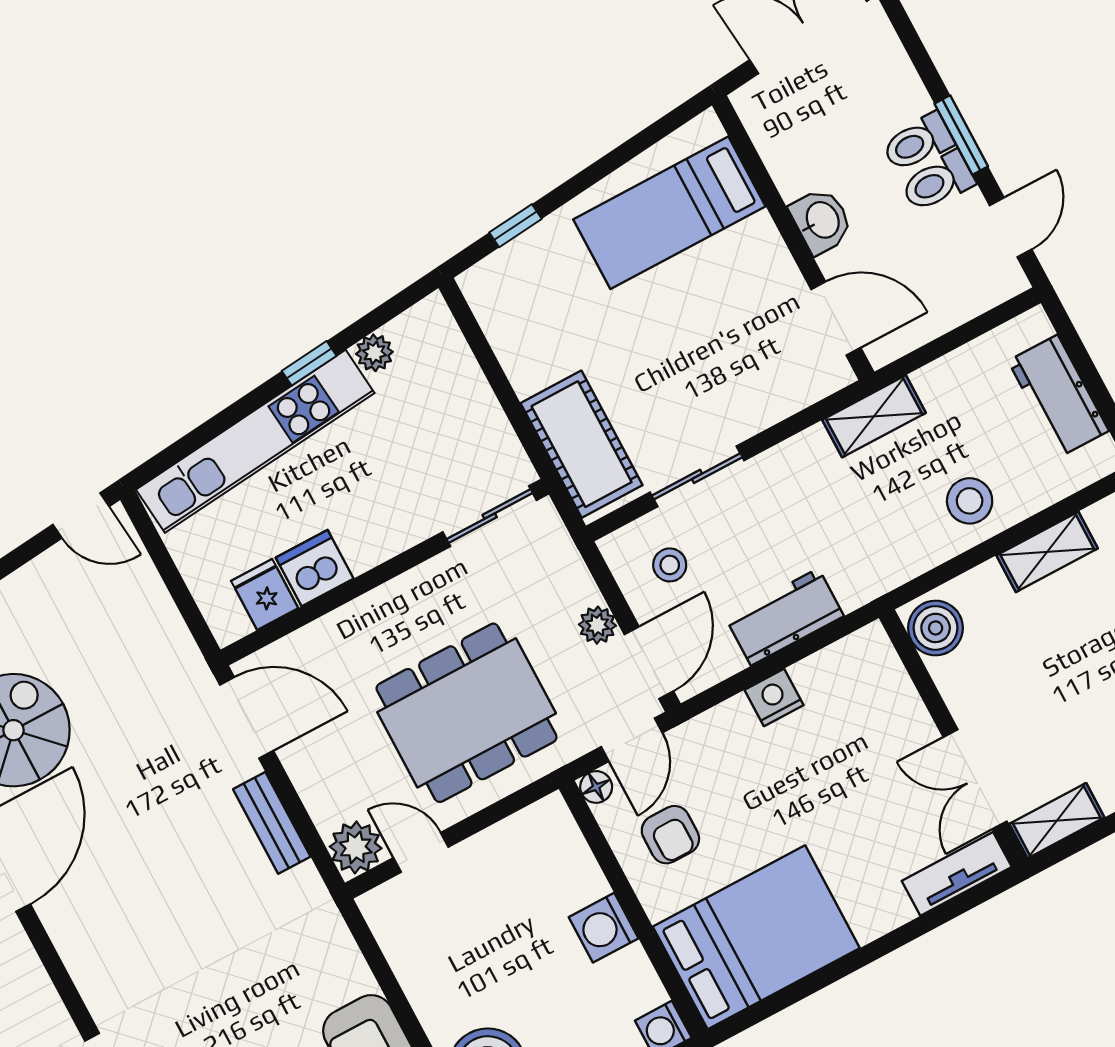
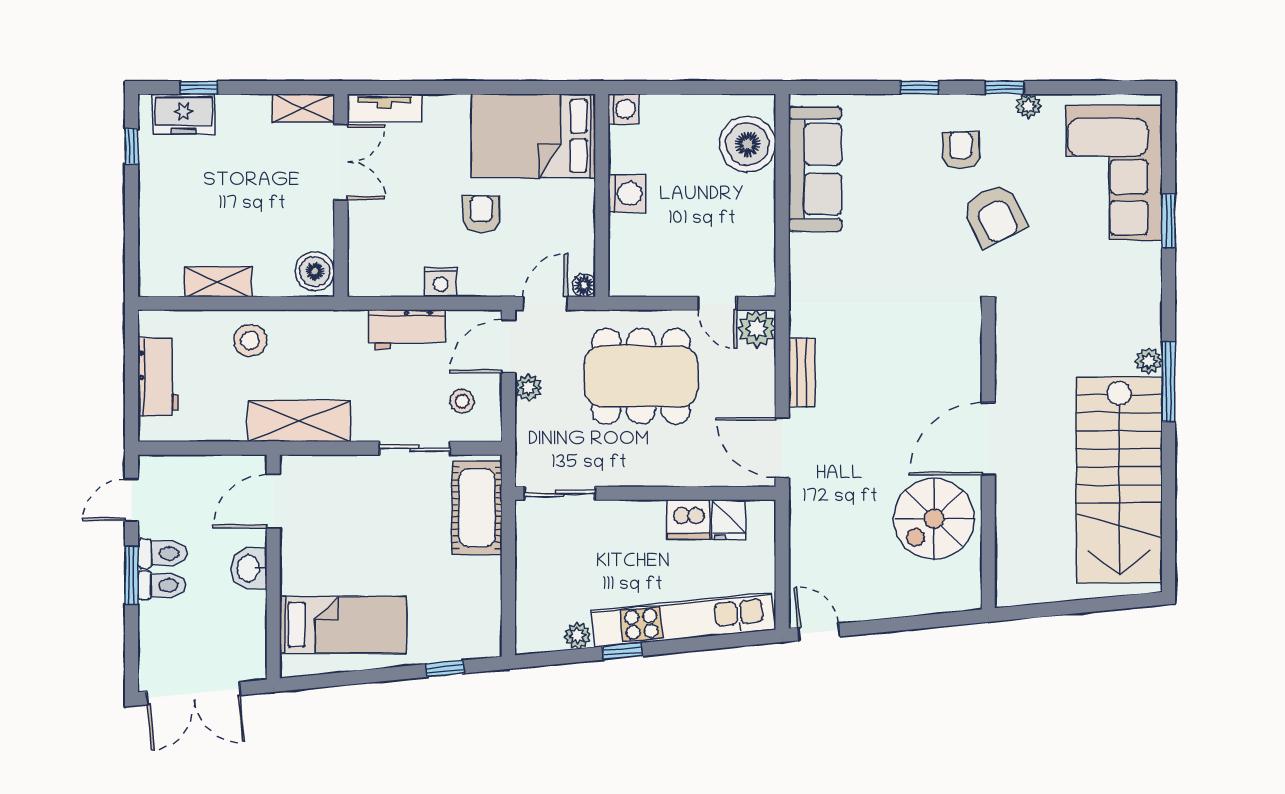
door: (836, 319) -> (273, 501), hinge flipped
shelving: (874, 416) -> (299, 421), width x1.50, depth x1.33
armchair: (670, 835) -> (481, 214), moved

